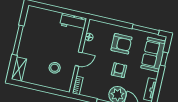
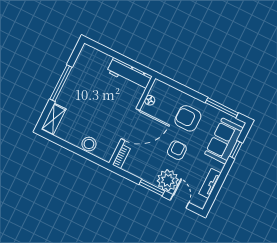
workbench: (73, 22) -> (129, 74), width x1.37
armchair: (121, 44) -> (188, 118), turned 180
door: (79, 59) -> (130, 125), width x1.88
stool: (55, 68) -> (89, 144), moved

